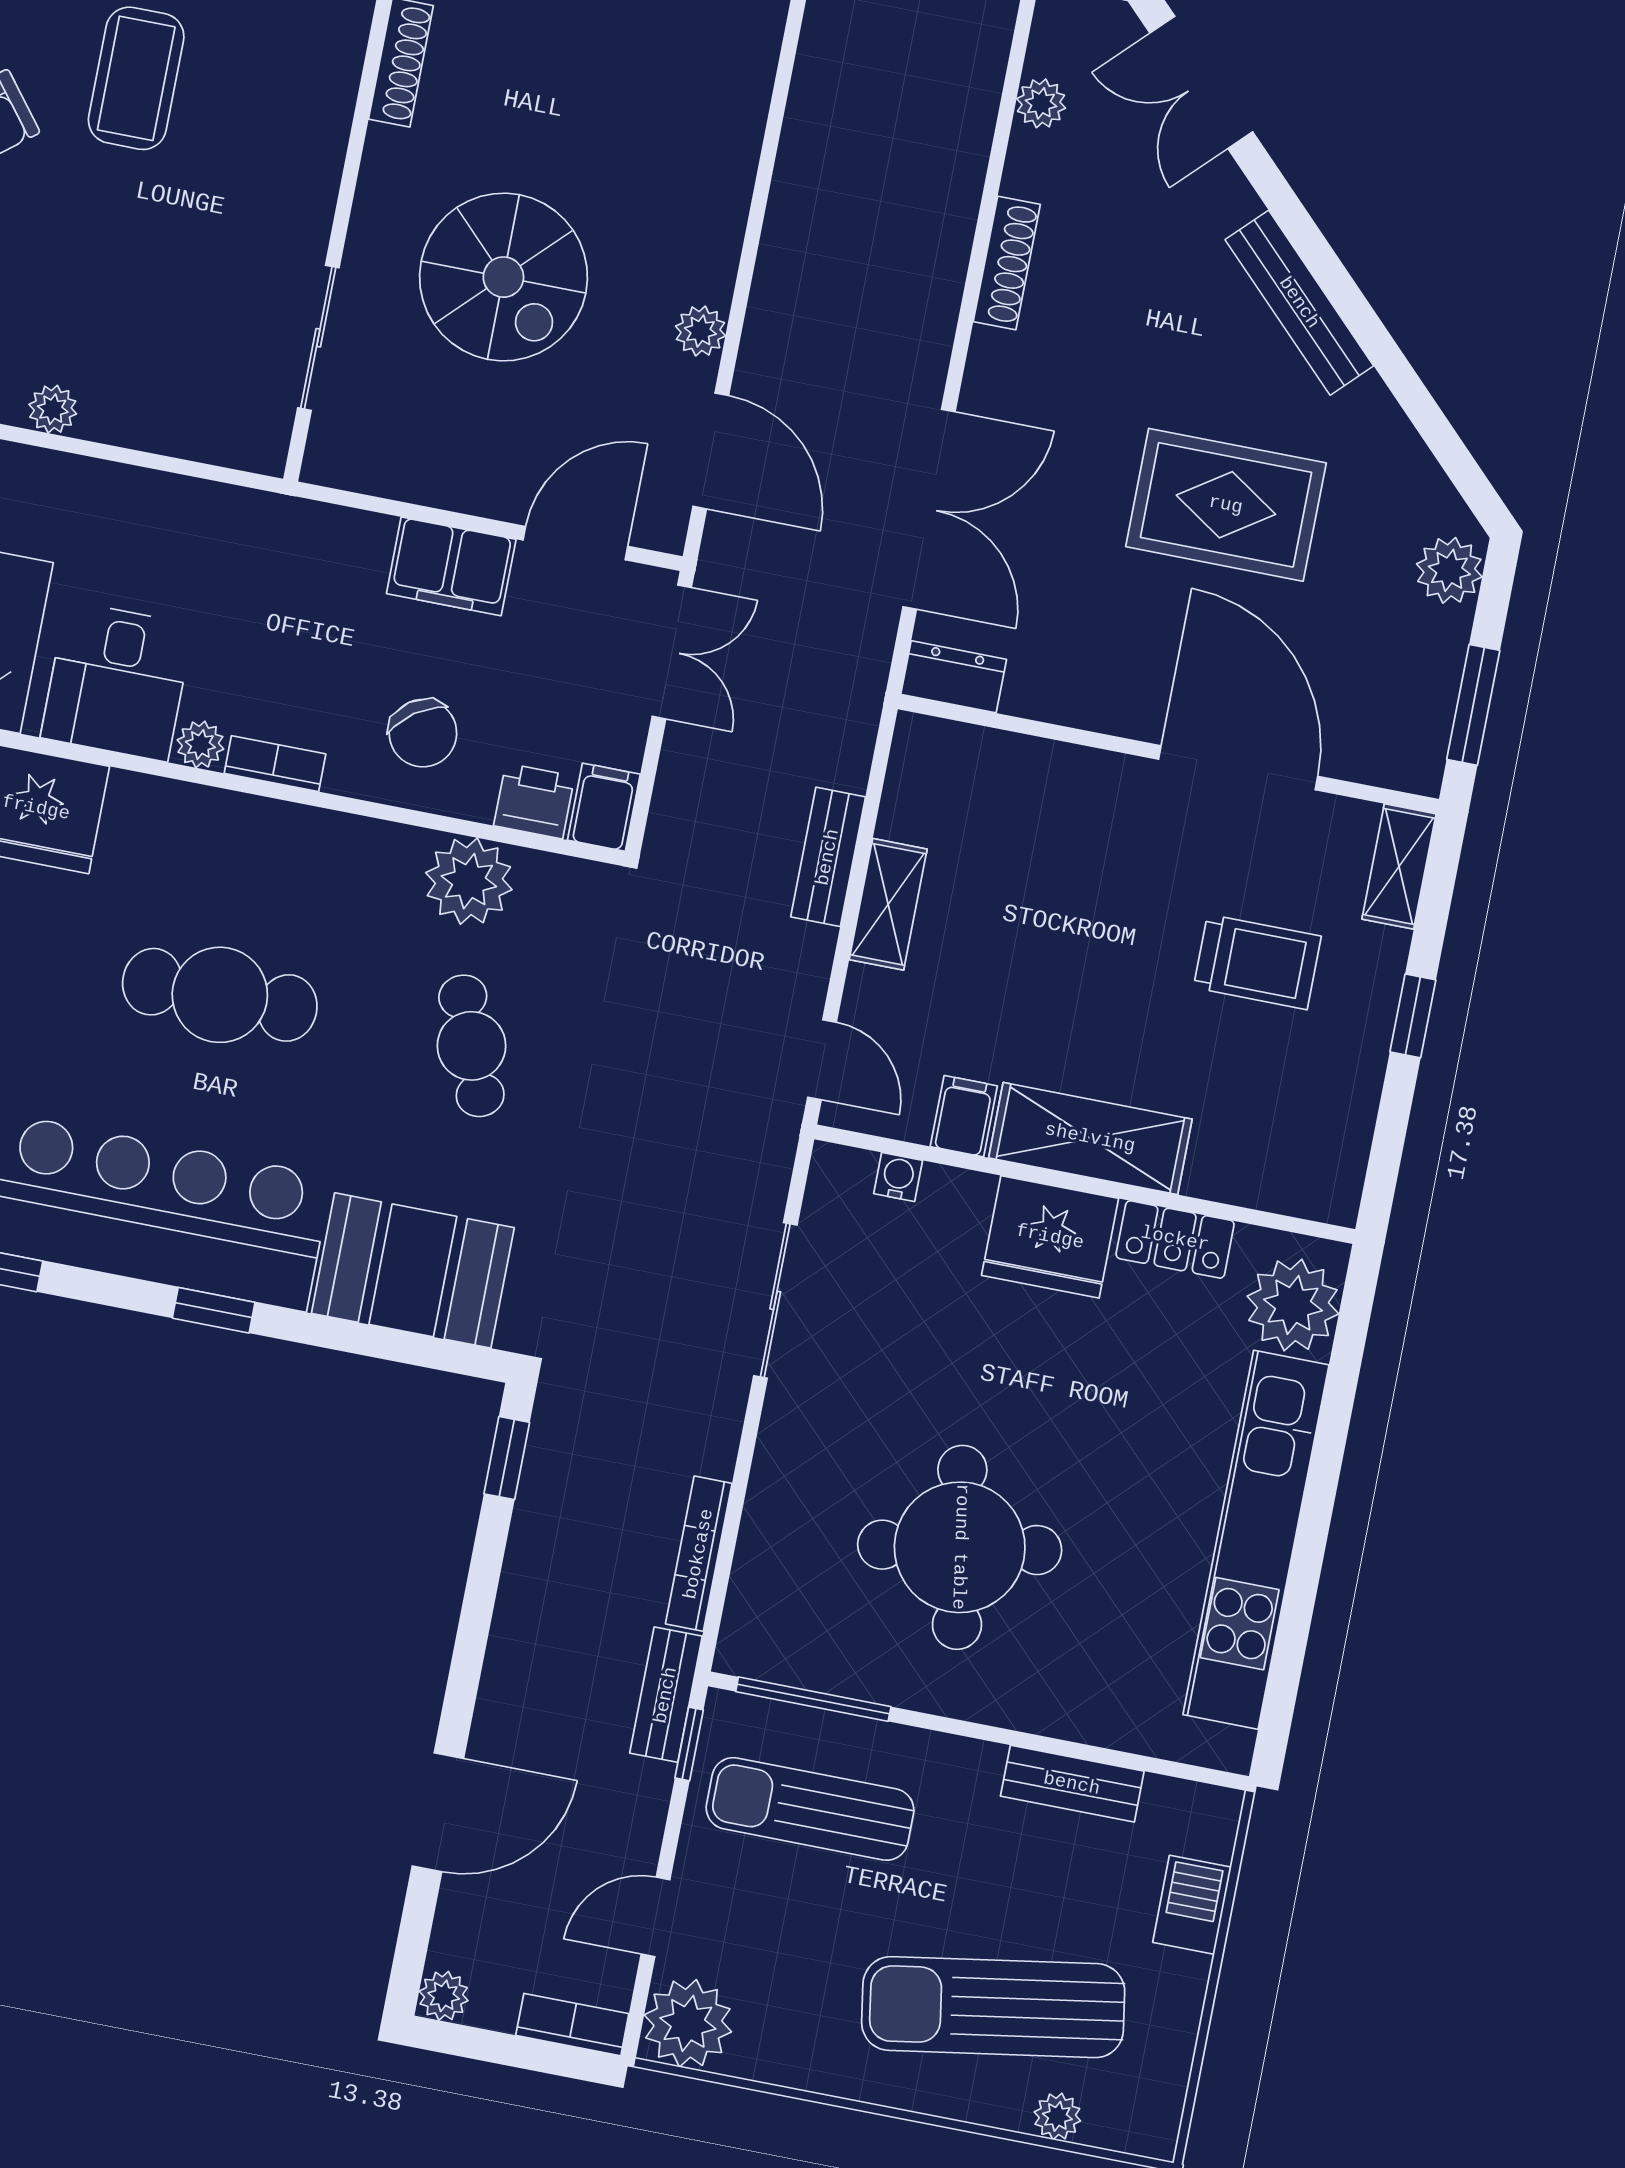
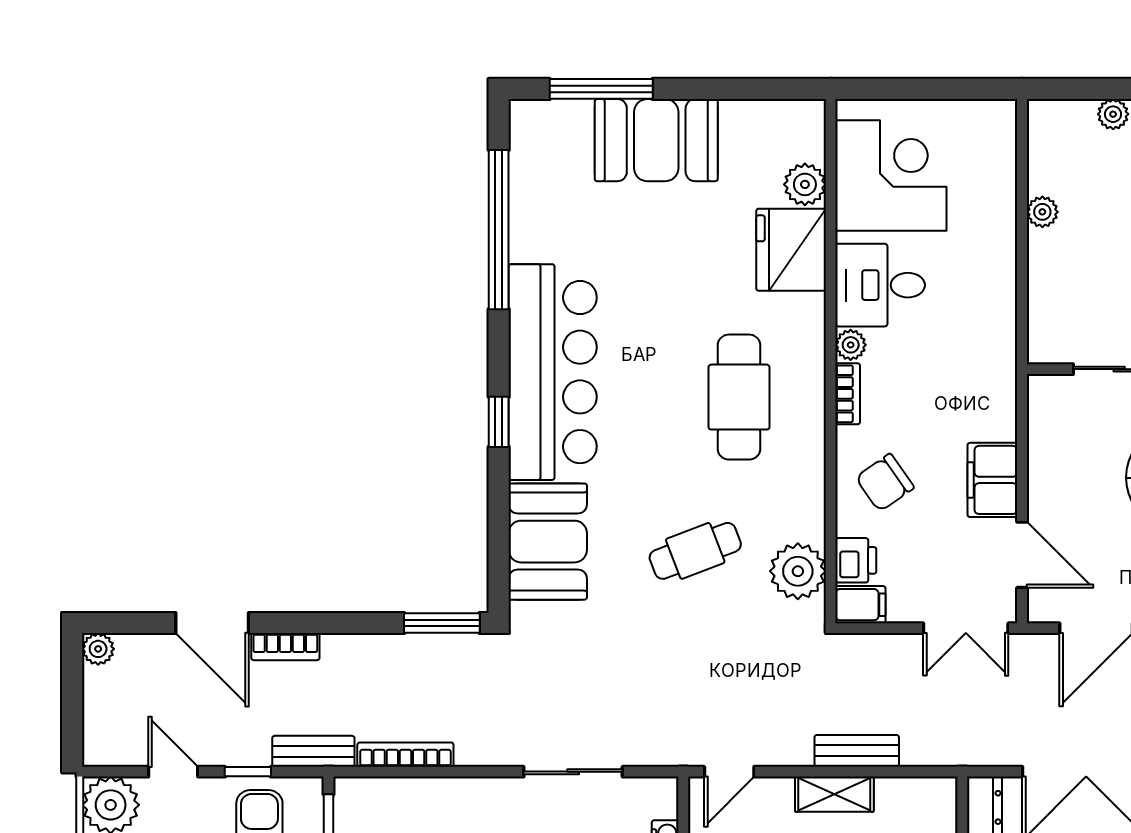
plant: (469, 881) -> (798, 571), moved
cafe table: (220, 995) -> (739, 397), moved
window: (507, 1458) -> (442, 623), width x1.50
window: (689, 1744) -> (248, 772), moved
bookcase: (572, 2025) -> (285, 647), moved, turned 90

